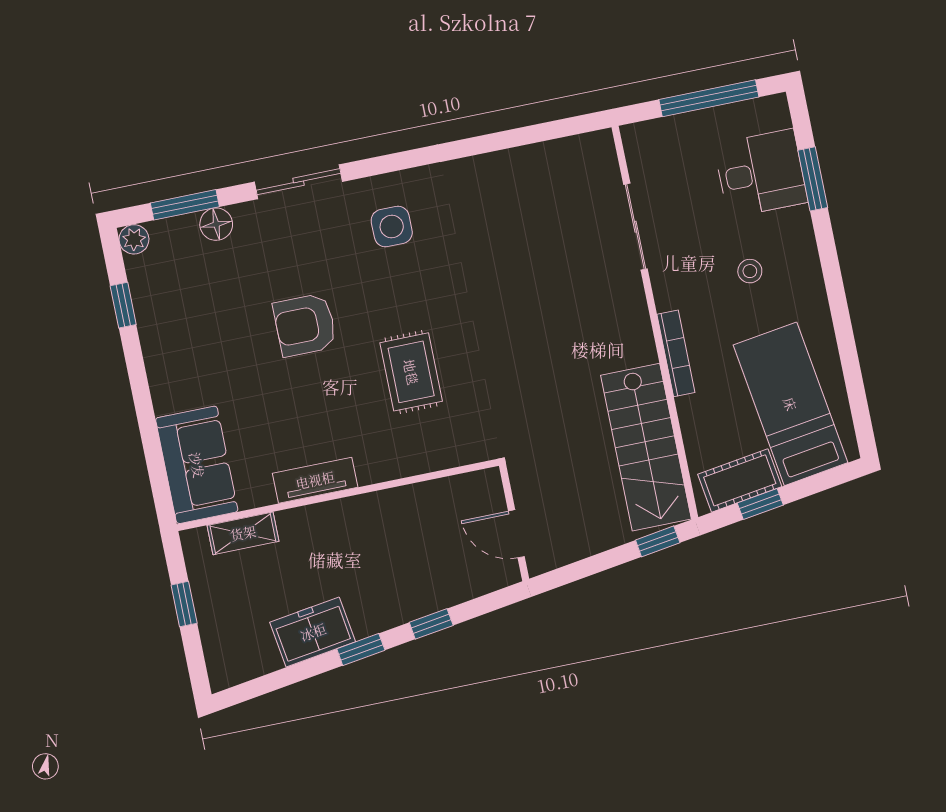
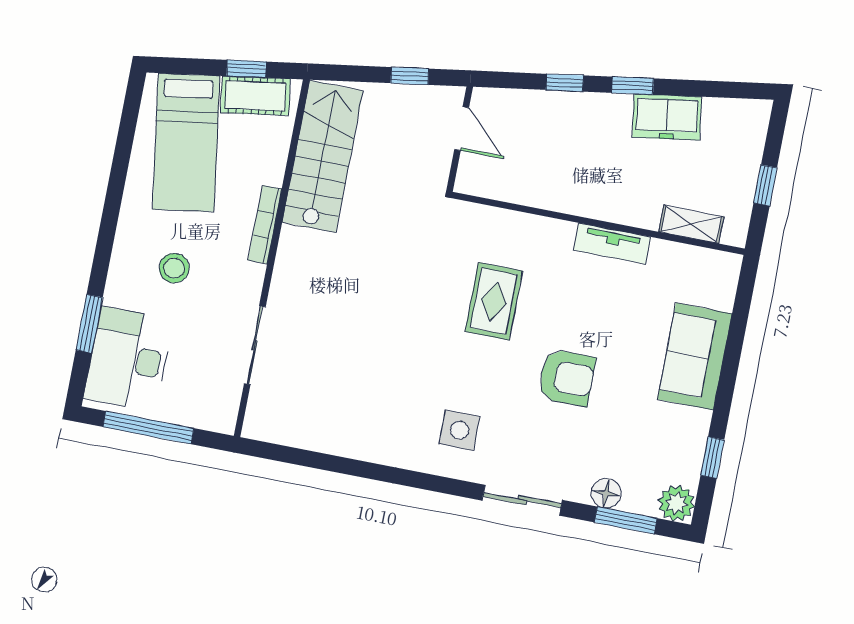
desk: (761, 173) -> (128, 359), width x1.37
plant: (134, 239) -> (676, 503), width x1.38, depth x1.38
stool: (750, 271) -> (174, 268), width x1.37, depth x1.37
sofa: (197, 465) -> (695, 356), moved
window: (658, 541) -> (410, 76), moved

